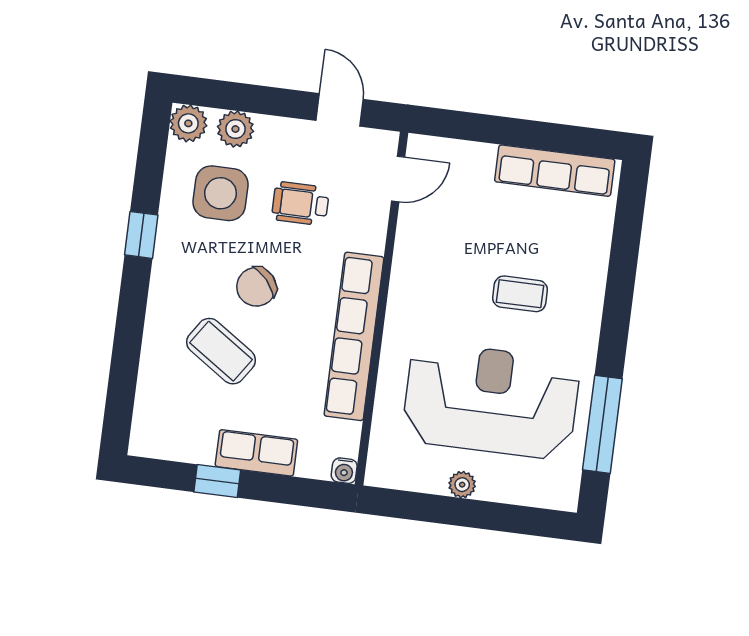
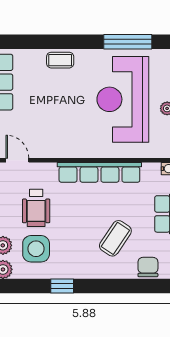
wheelchair: (300, 204) -> (36, 208), width x1.36, depth x1.37
chair: (256, 287) -> (148, 267), moved, turned -139
coffee table: (520, 294) -> (60, 60), moved, turned 90

